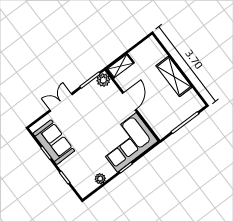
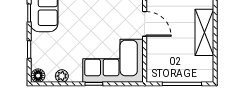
door: (129, 101) -> (145, 24), hinge flipped
floor lamp: (84, 191) -> (38, 76), added

